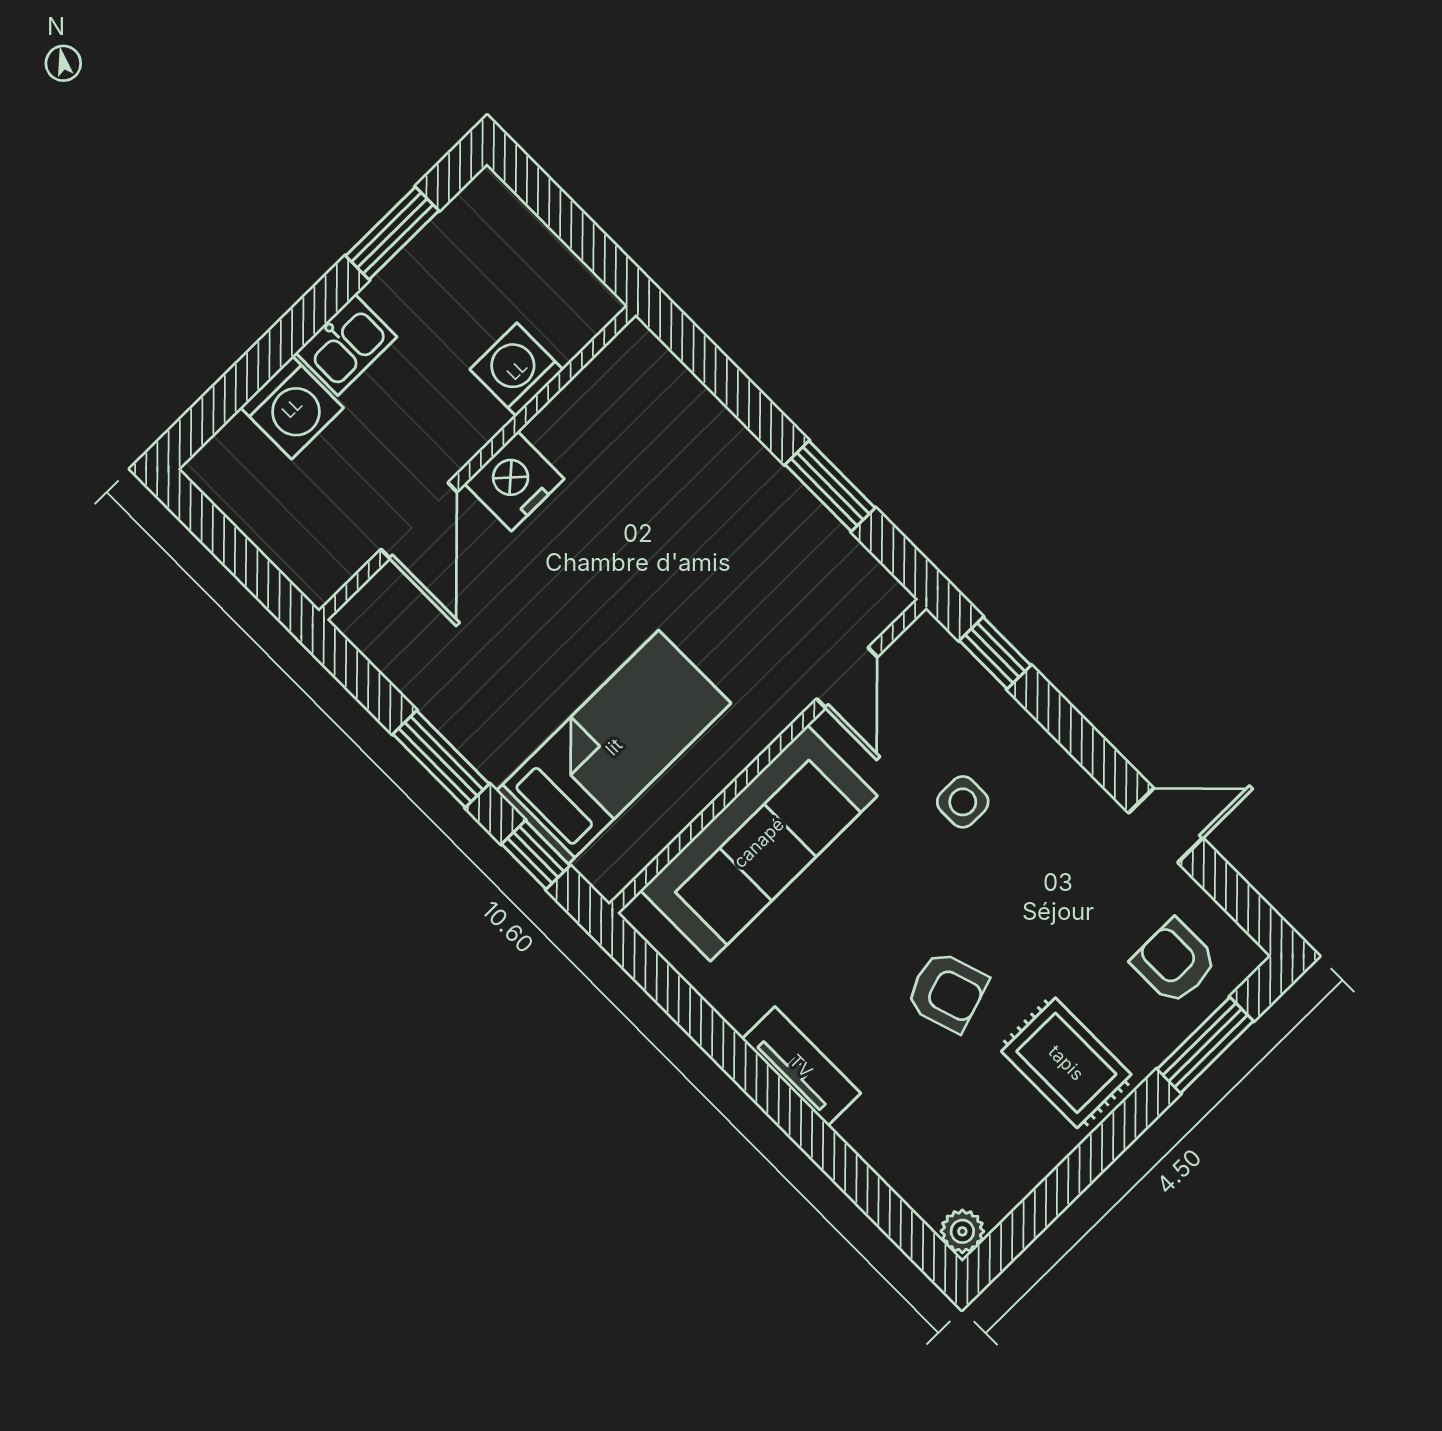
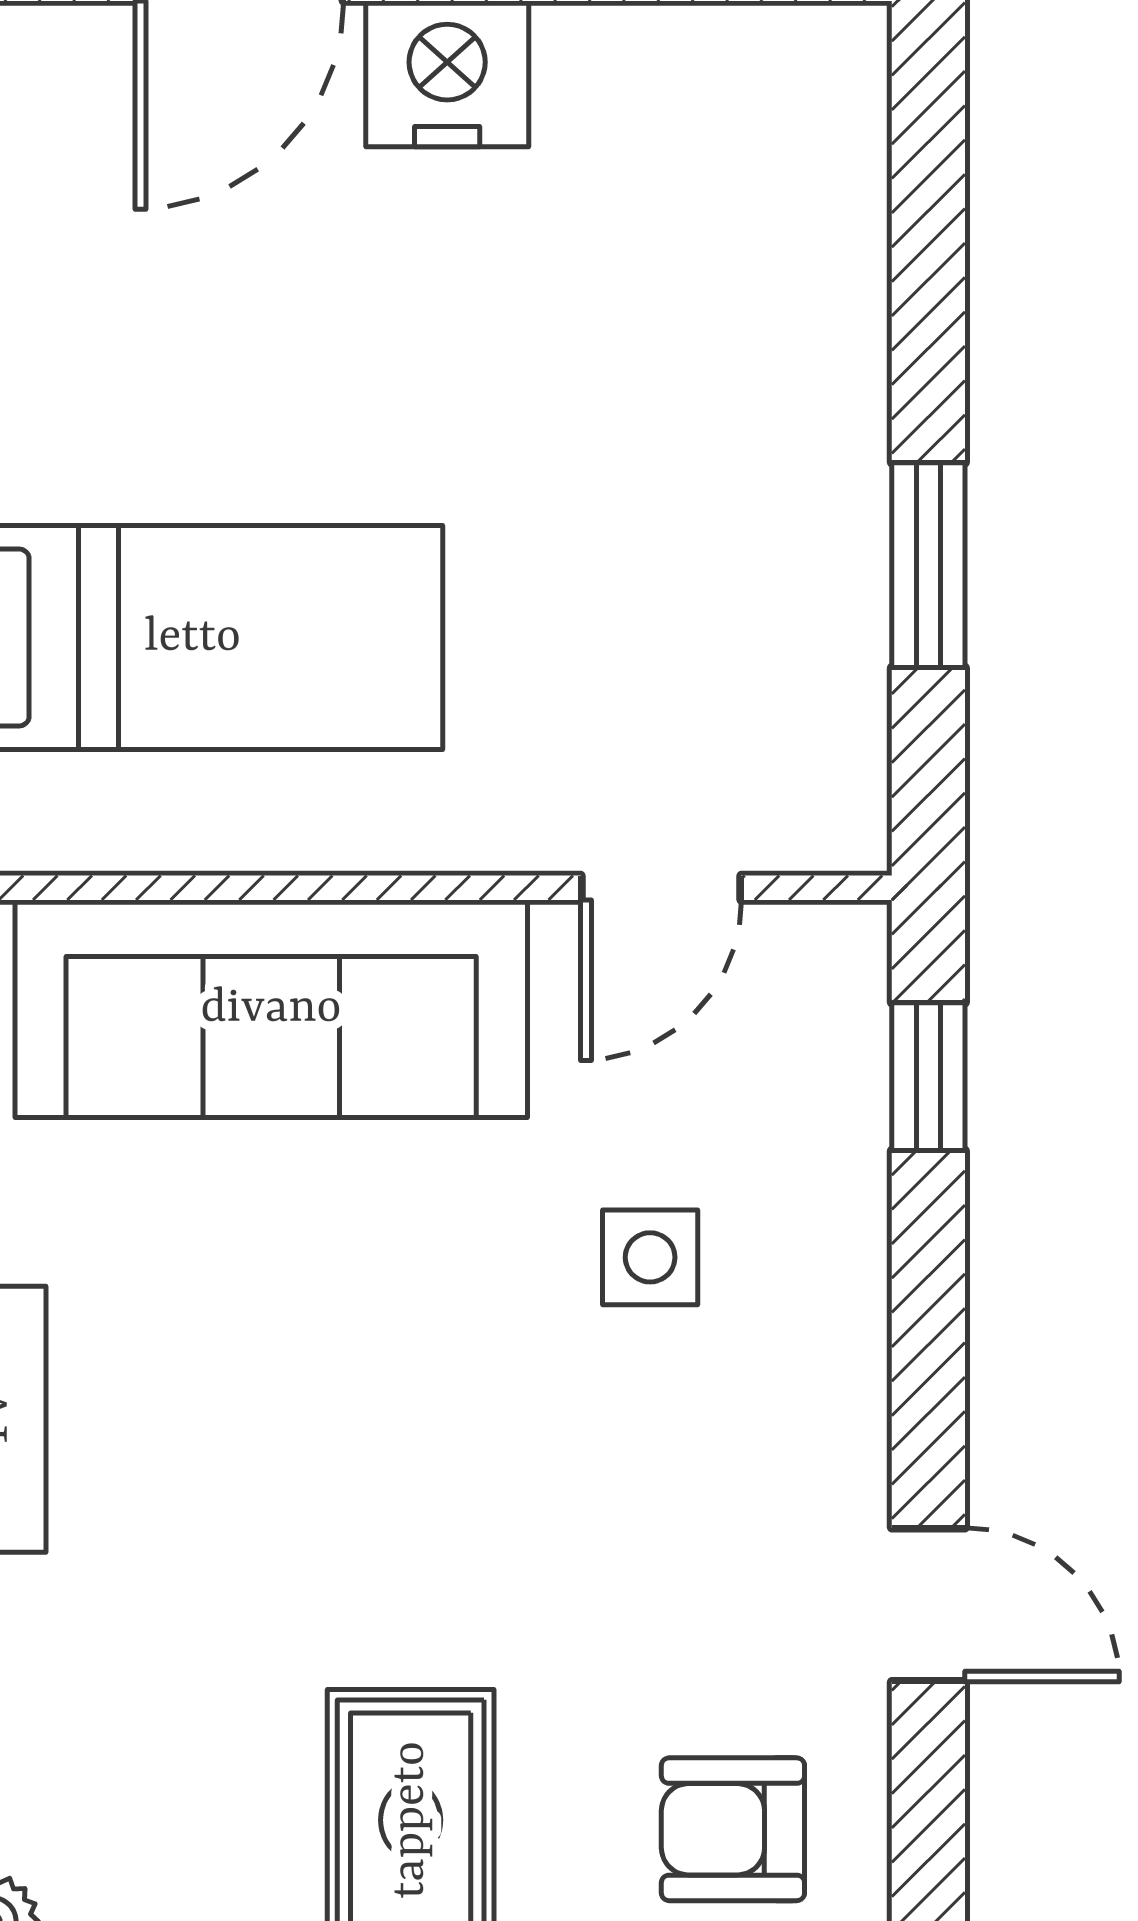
armchair: (1174, 962) -> (733, 1829), turned -90
armchair: (947, 992) -> (335, 1527), removed

